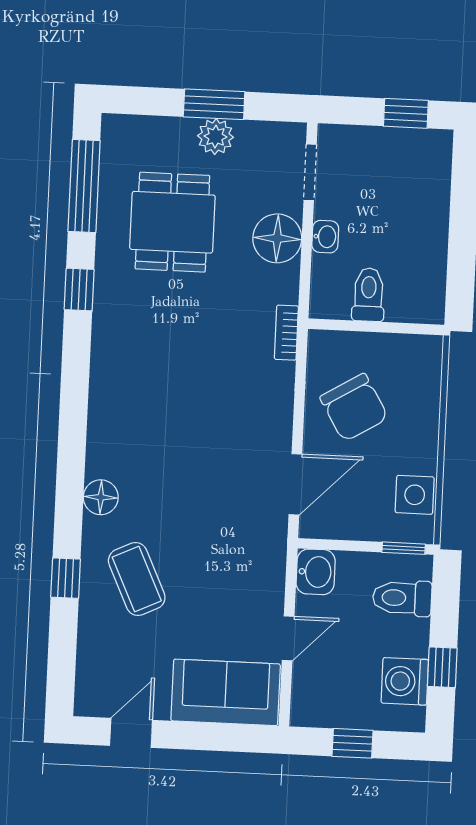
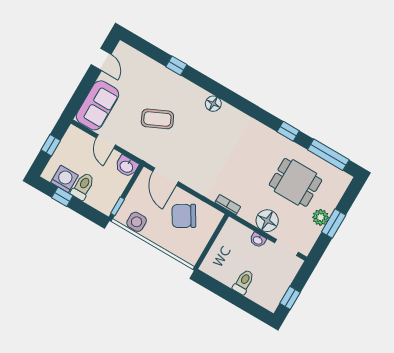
toilet: (369, 295) -> (244, 282), moved, turned -90
floor lamp: (101, 497) -> (213, 104), moved
coffee table: (137, 579) -> (157, 119), moved
toilet: (402, 598) -> (83, 186), moved

